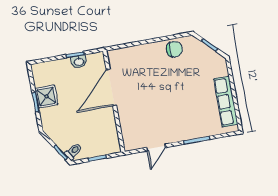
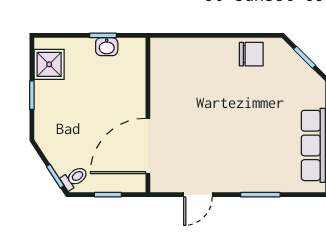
door: (111, 88) -> (148, 146), moved
shower: (46, 96) -> (49, 64), moved

